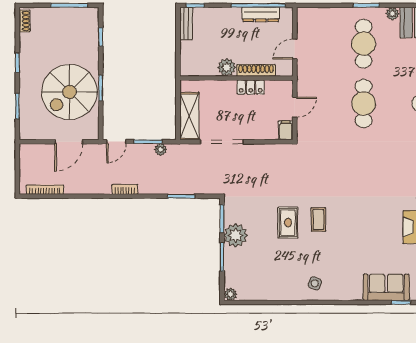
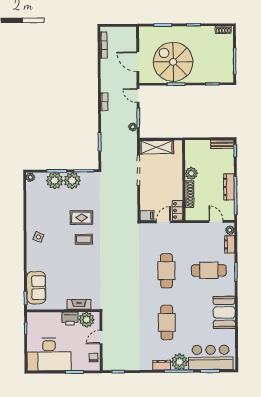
dresser: (261, 14) -> (229, 187), moved
dresser: (327, 14) -> (230, 244), added
plant: (393, 14) -> (230, 230), moved
door: (295, 49) -> (216, 221), moved
locker: (251, 87) -> (178, 210), moved
cafe table: (364, 103) -> (166, 271), turned 90
door: (295, 107) -> (163, 222), swing flipped
plant: (236, 260) -> (55, 181), added

